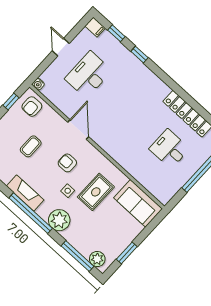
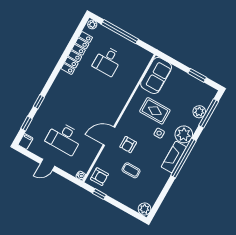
armchair: (67, 163) -> (128, 145), moved
fireplace: (25, 193) -> (174, 157), moved
plant: (97, 259) -> (199, 112), moved

